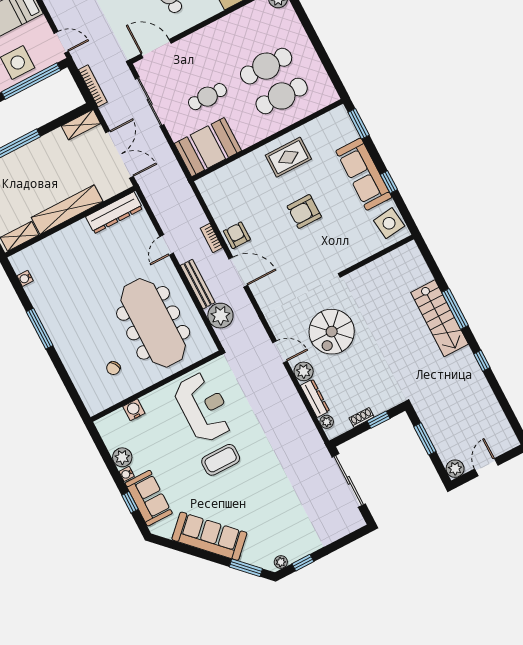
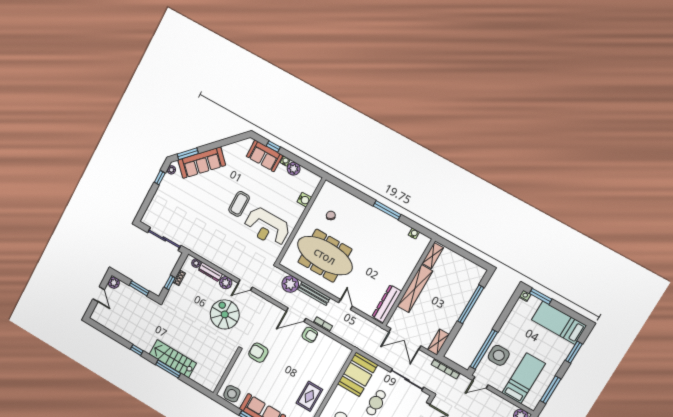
armchair: (304, 212) -> (258, 353), moved, turned -90
sofa: (209, 536) -> (202, 163), moved

